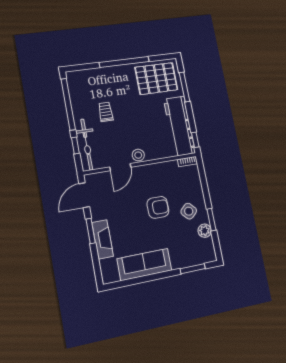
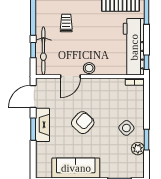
armchair: (158, 207) -> (83, 123), moved, turned -48
fireplace: (103, 239) -> (42, 125), moved

